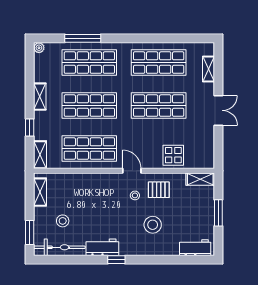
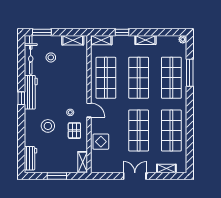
double door: (218, 110) -> (135, 176), swing flipped
door: (132, 171) -> (89, 110), hinge flipped
workbench: (102, 247) -> (31, 92), width x1.38

